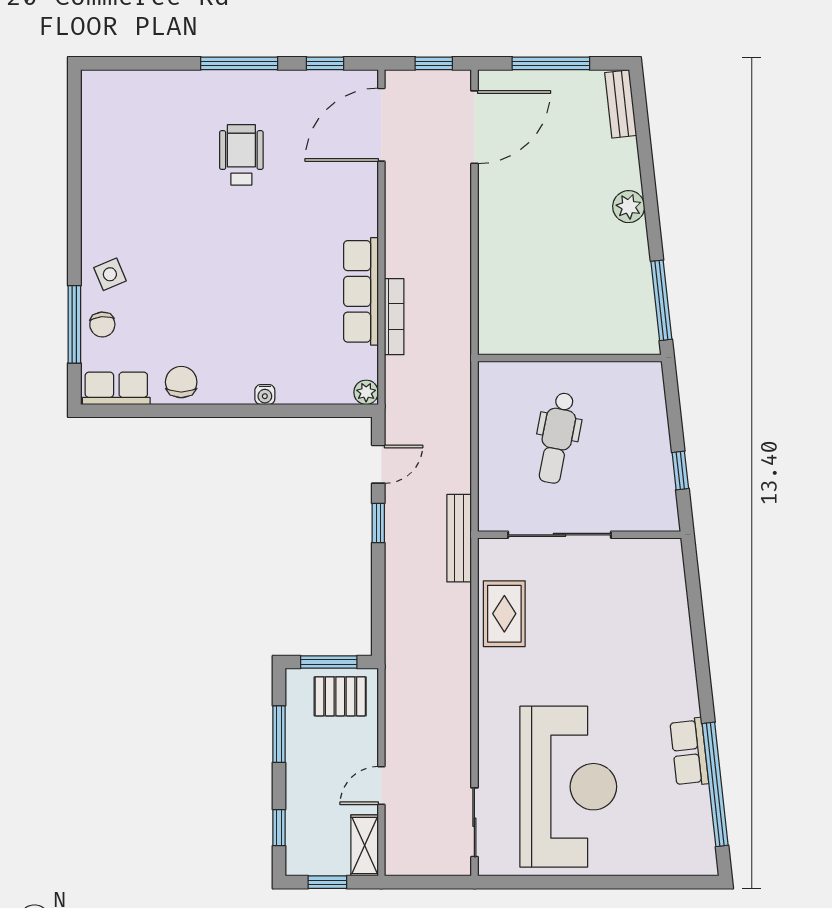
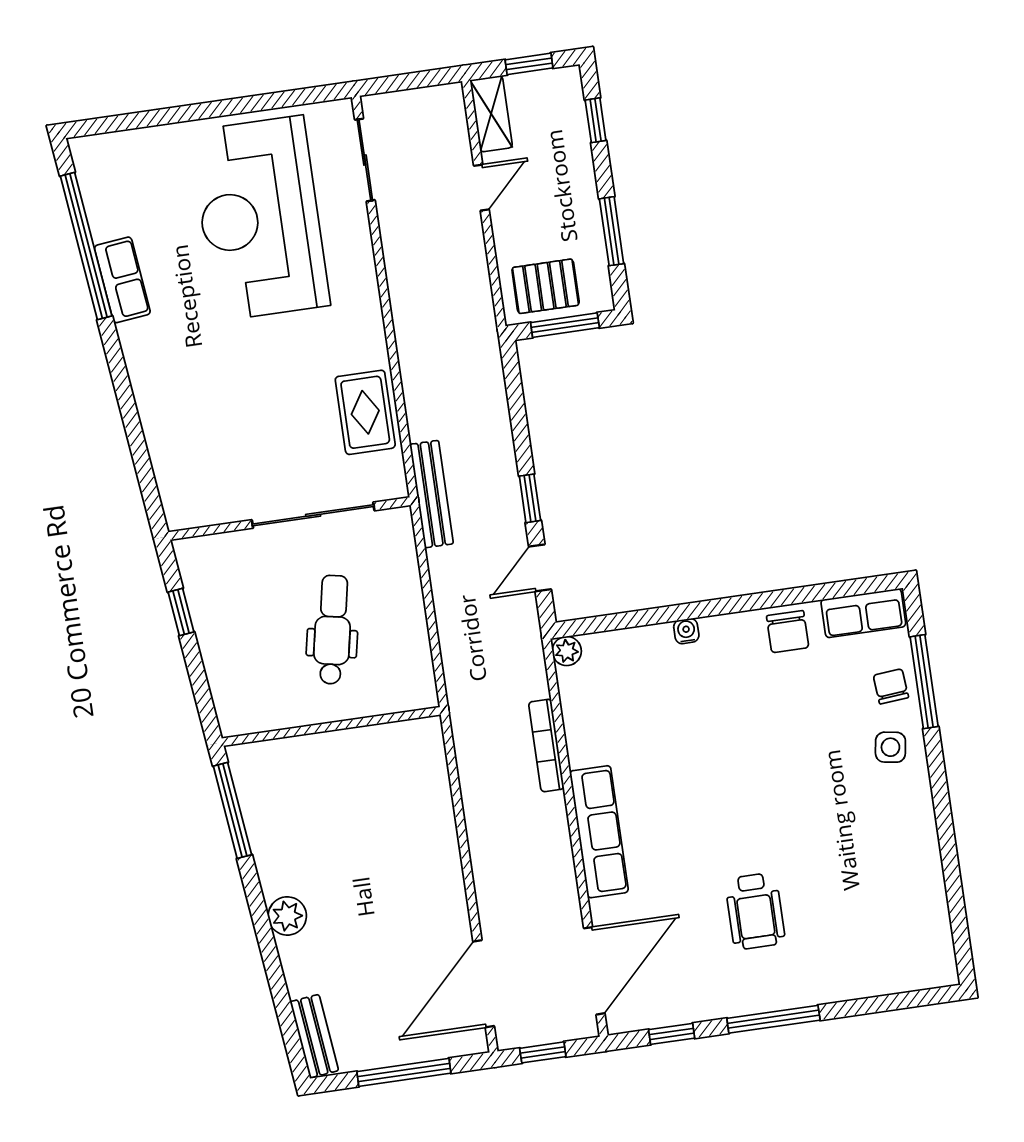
side table: (110, 274) -> (890, 747), turned 32
row of seats: (361, 291) -> (599, 832), moved

